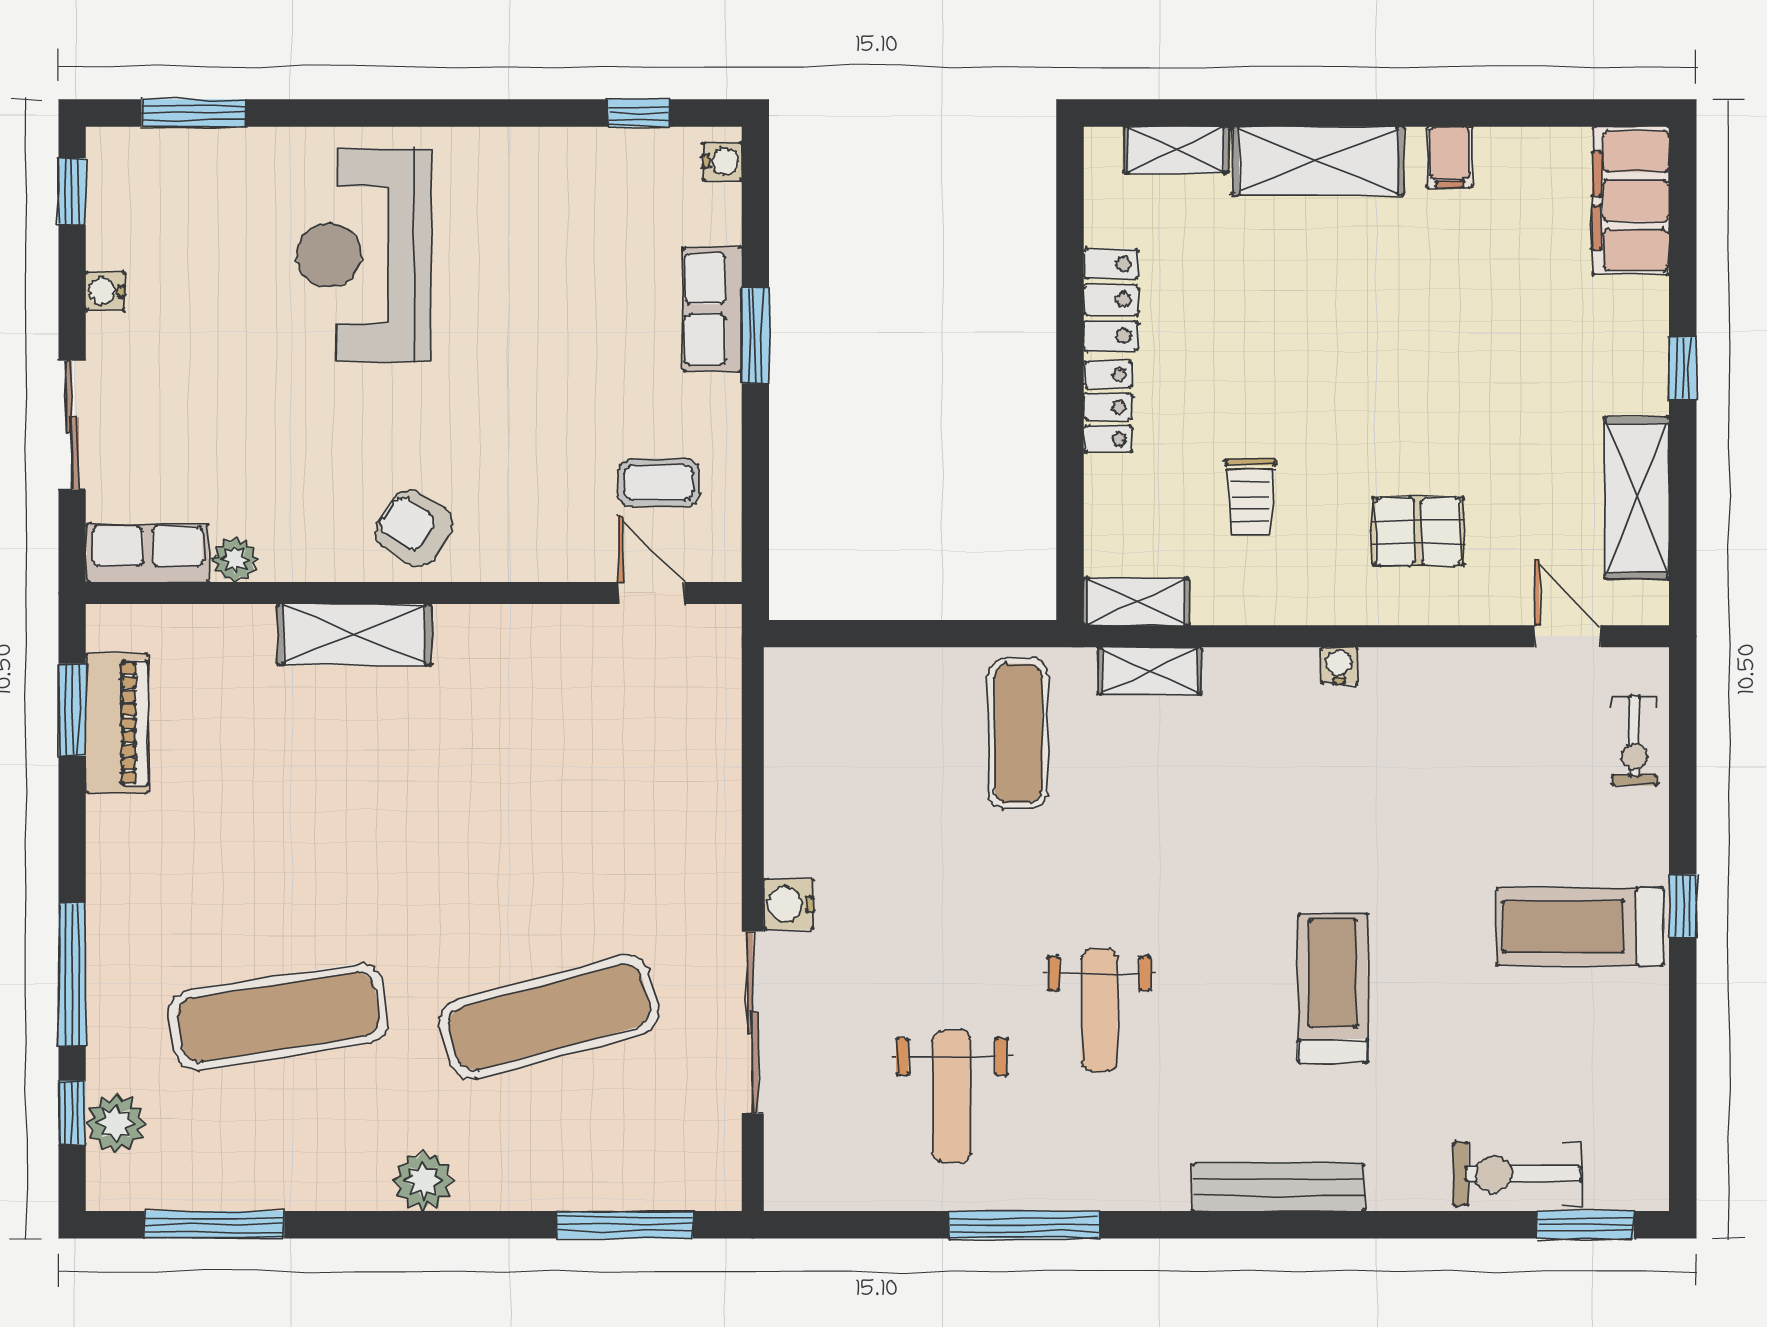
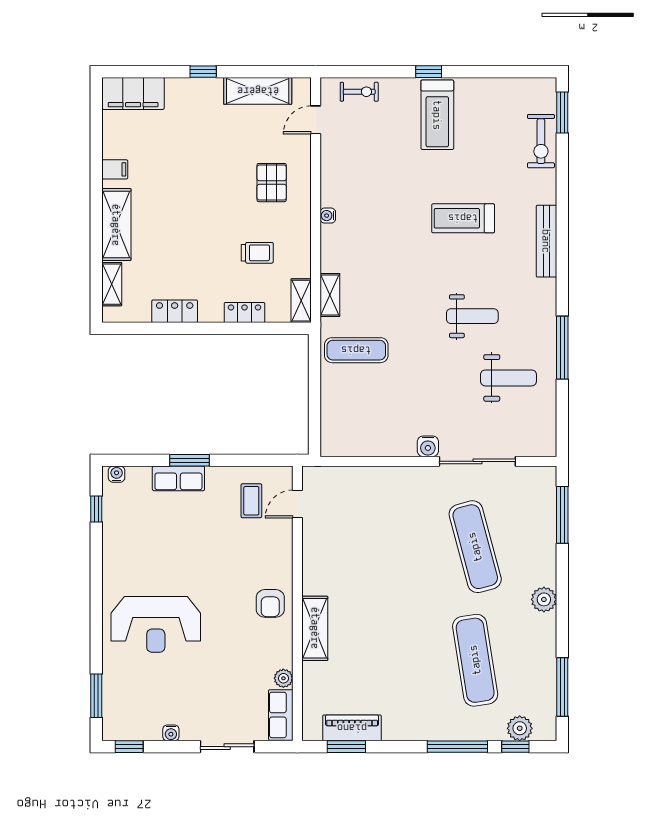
locker: (1108, 407) -> (244, 313), moved
armchair: (414, 528) -> (270, 603), turned -33

